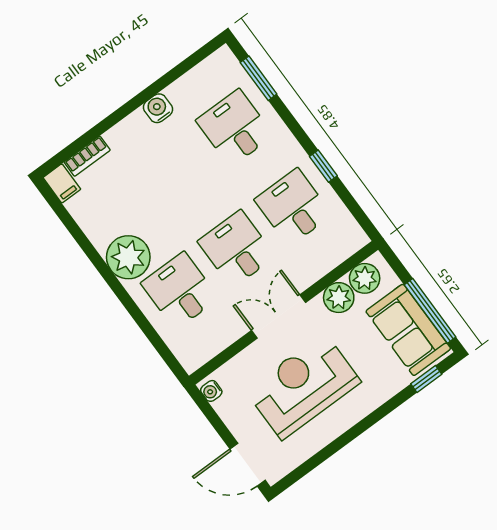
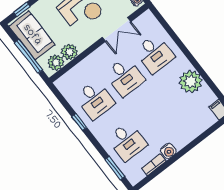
bookcase: (87, 156) -> (154, 165), moved
plant: (128, 257) -> (191, 82), moved
window: (430, 311) -> (29, 56), moved
double door: (279, 317) -> (117, 29), moved

